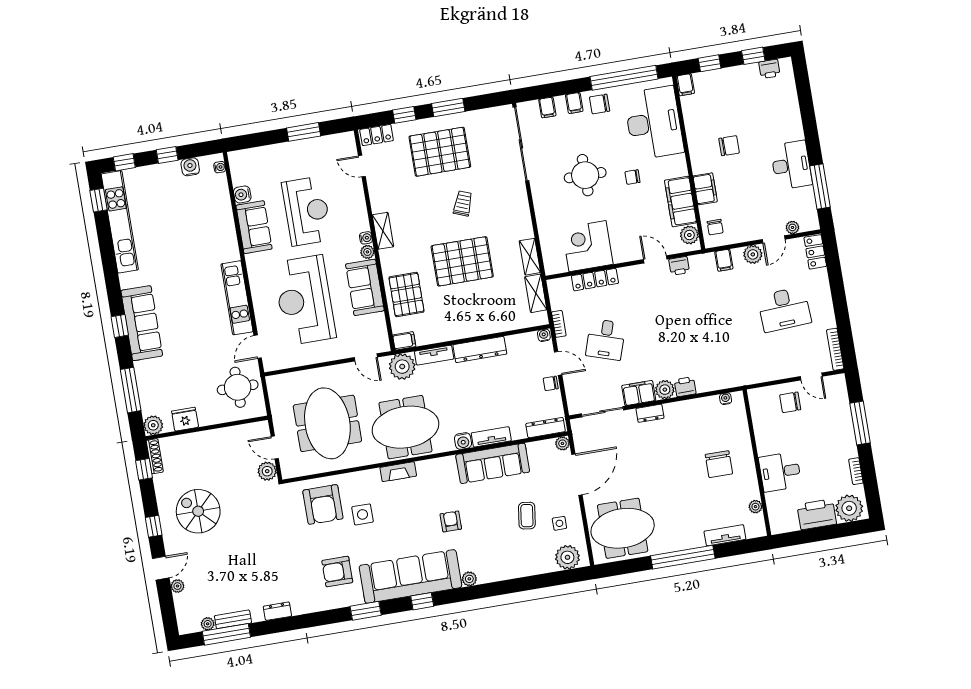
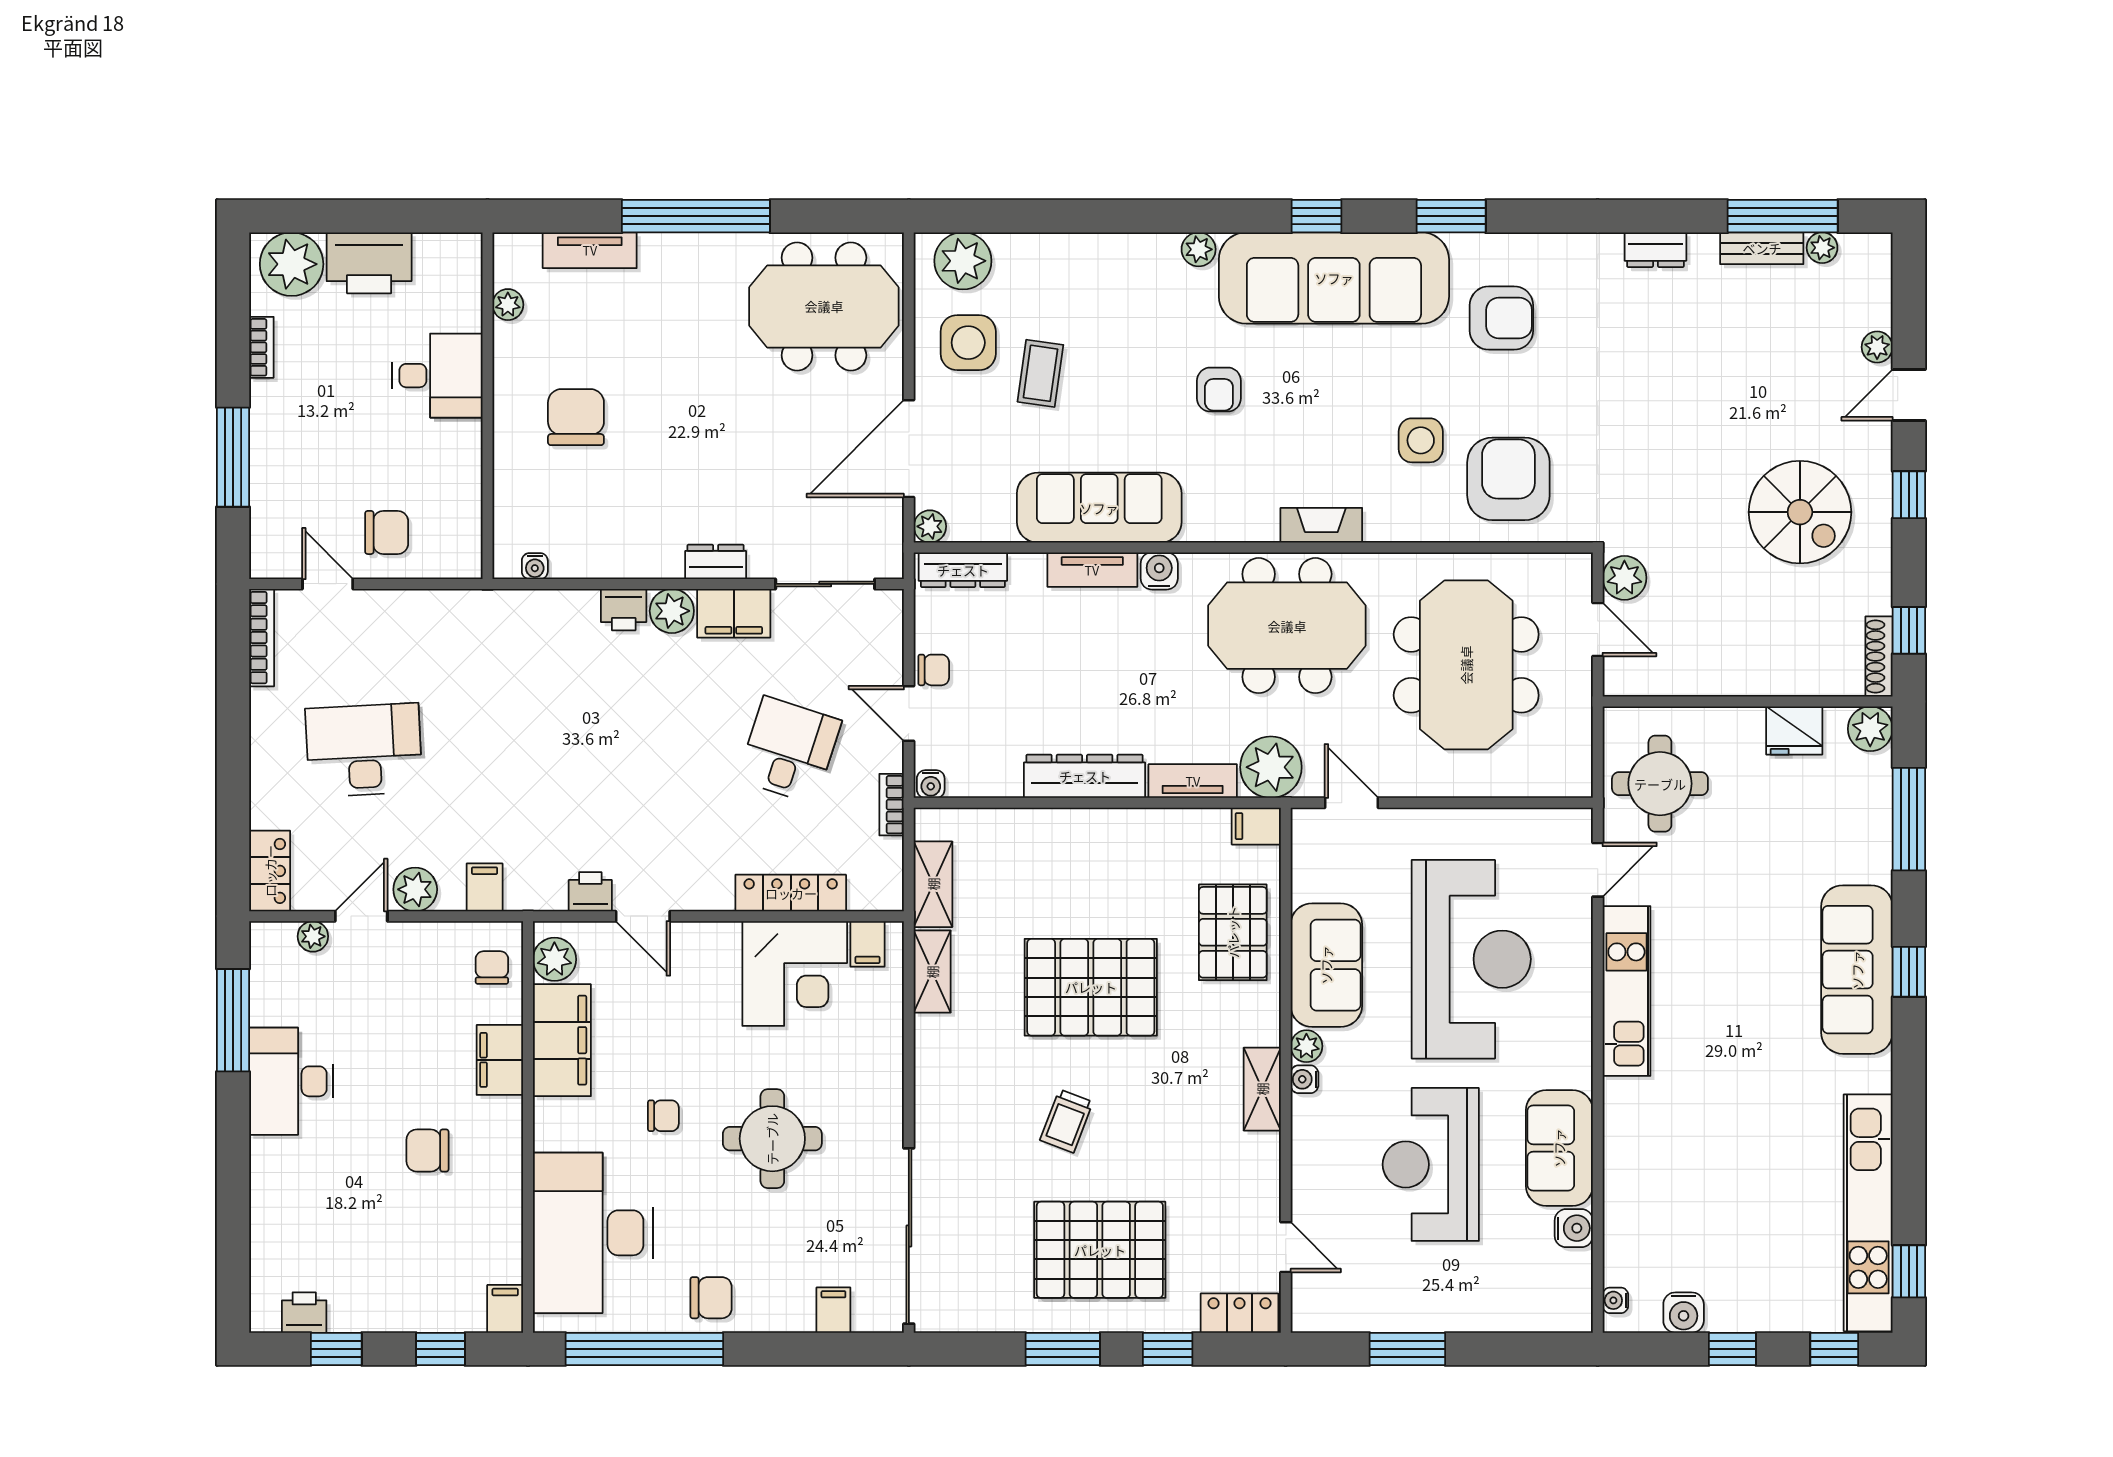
filing cabinet: (574, 103) -> (867, 944), moved, turned 180
side table: (559, 523) -> (968, 343), width x1.87, depth x1.87

